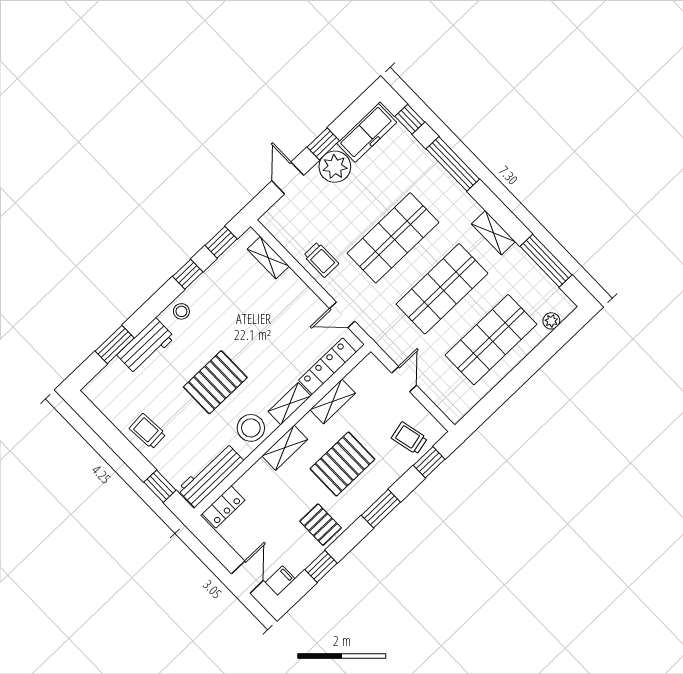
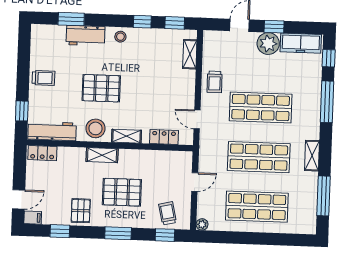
plant: (551, 321) -> (202, 224), moved
locker: (328, 366) -> (164, 137), width x0.66
shelving: (333, 401) -> (149, 157), removed
trolley: (148, 431) -> (43, 78), turned 94

